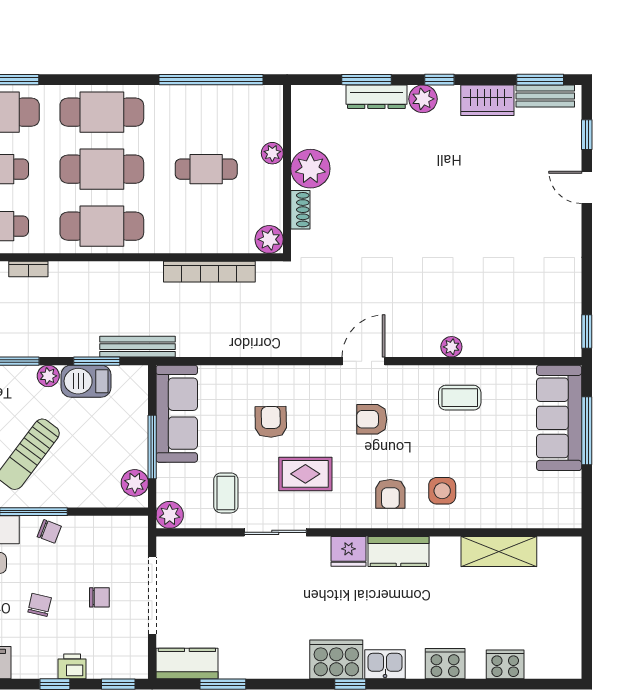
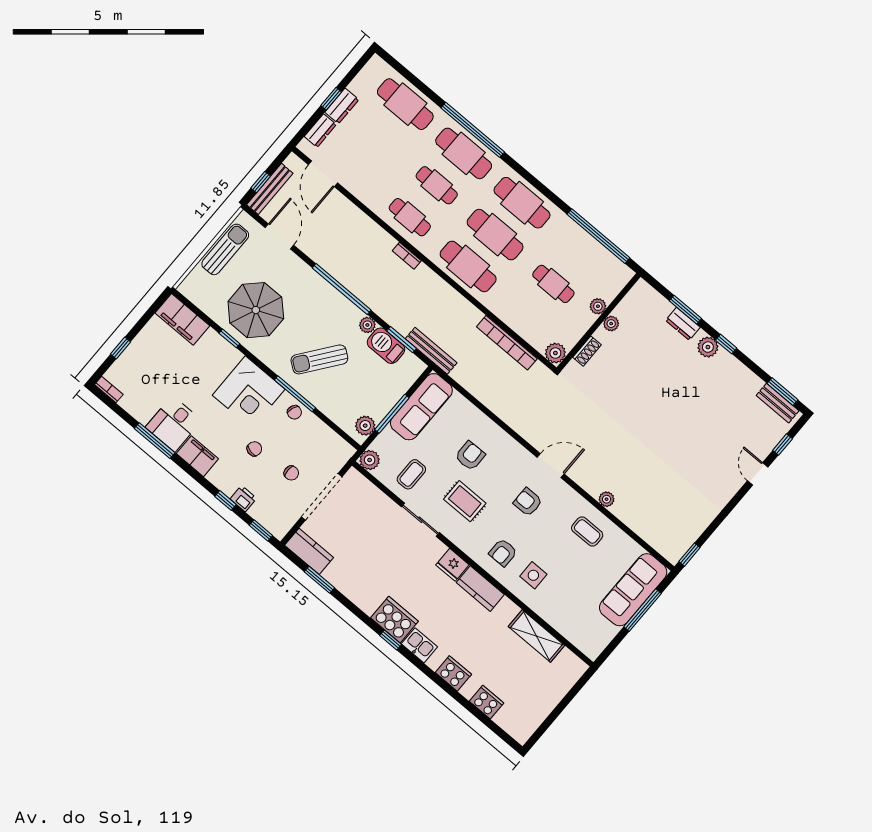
dresser: (376, 97) -> (683, 324), width x0.70
wardrobe: (487, 100) -> (743, 378), removed
plant: (310, 169) -> (611, 324), width x0.53, depth x0.53

